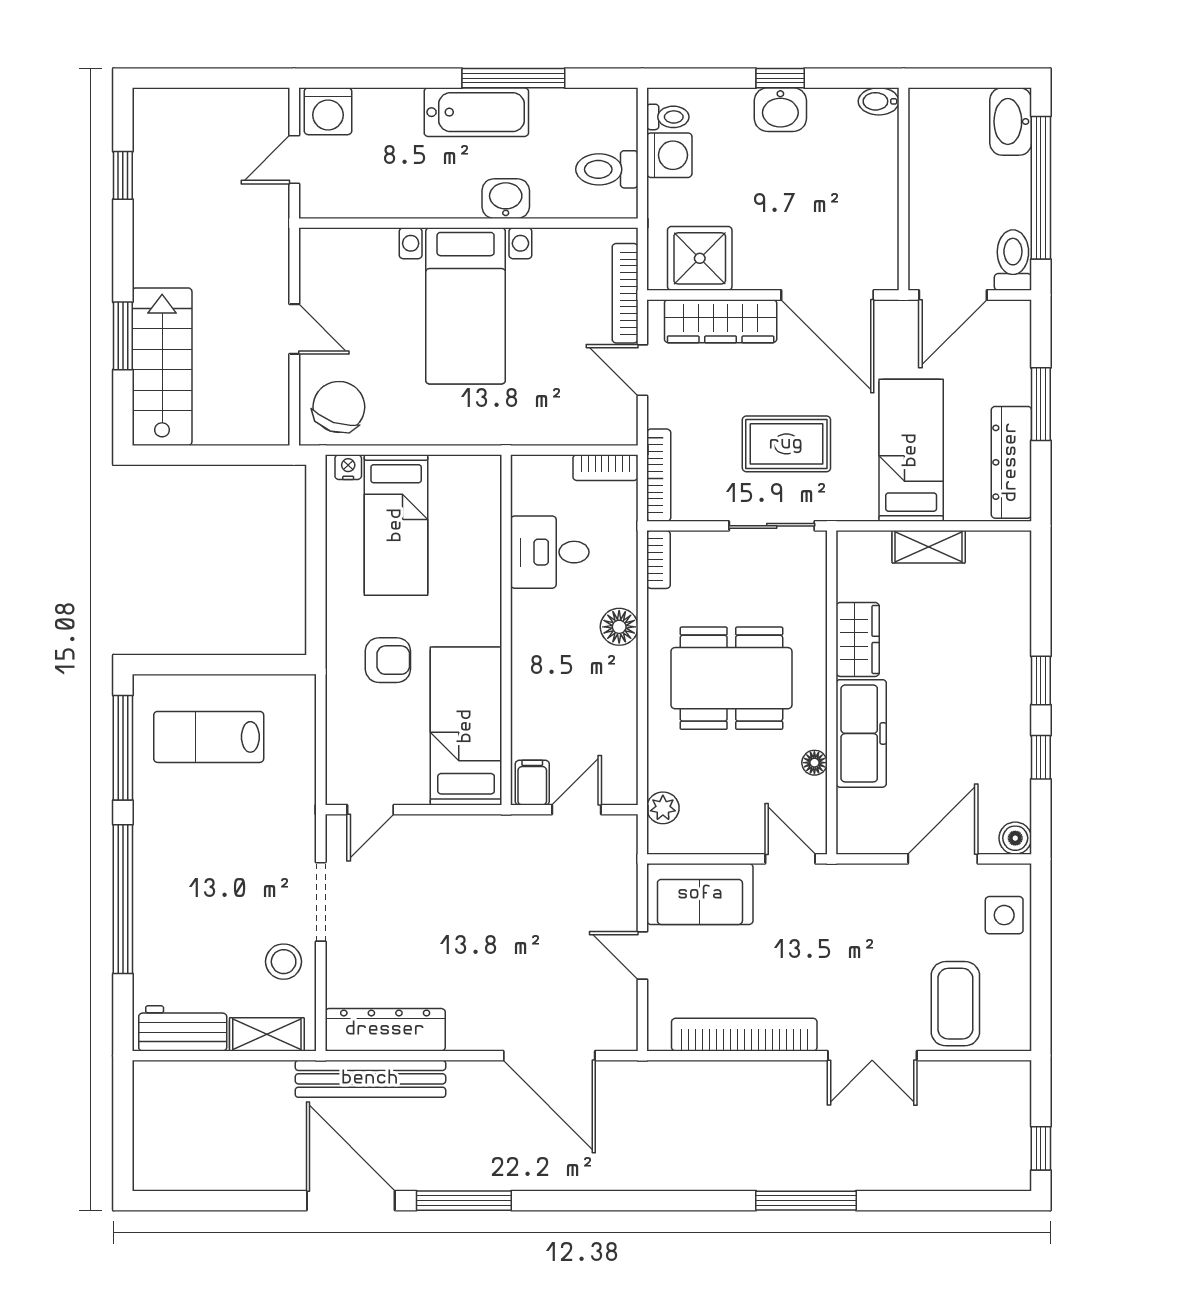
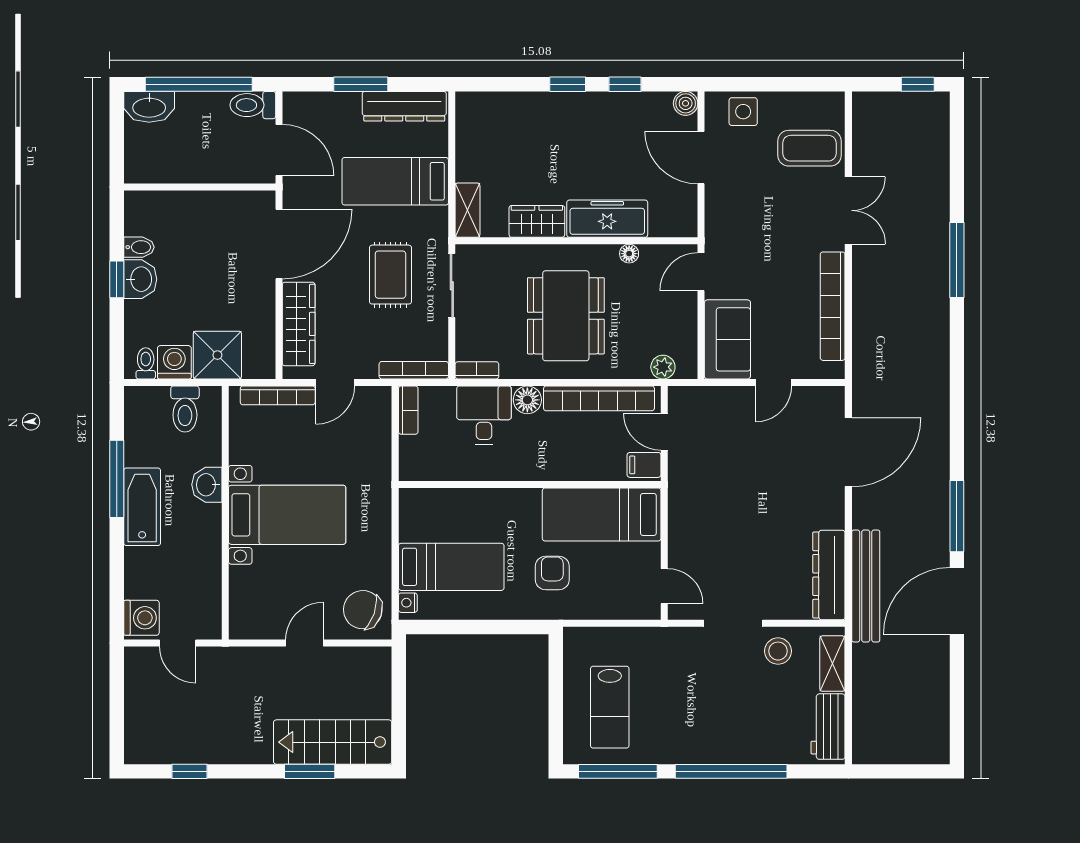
bidet: (879, 101) -> (139, 247), moved, turned -90
shower: (700, 258) -> (217, 355), moved
shelving: (929, 547) -> (467, 210), moved
desk: (550, 552) -> (484, 415), moved, turned 180
bookcase: (621, 722) -> (599, 398), added

